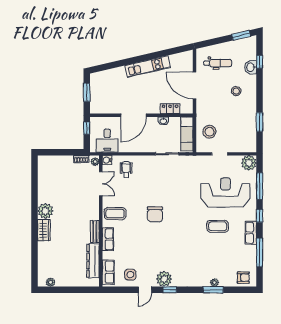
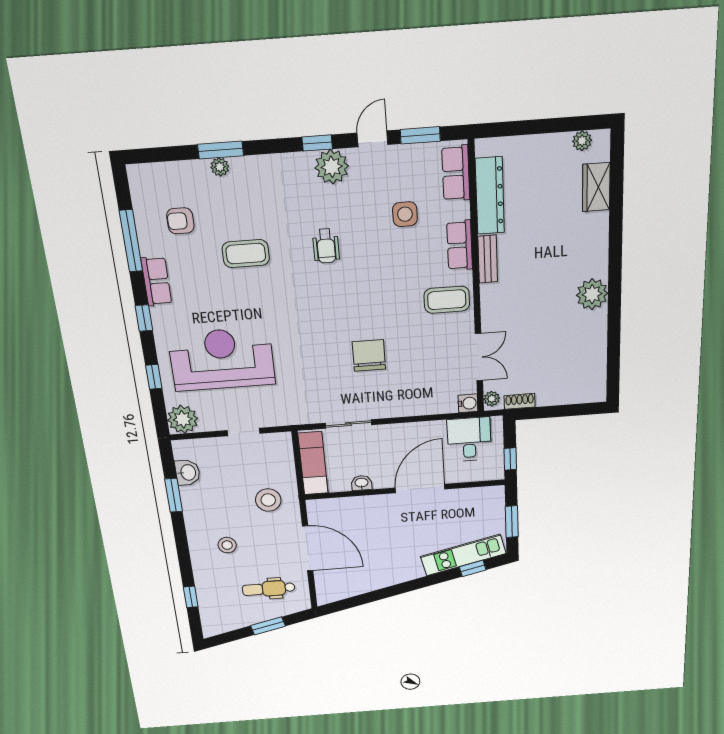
window: (241, 35) -> (268, 626), moved
window: (108, 66) -> (473, 568), added
kitchen unit: (148, 67) -> (463, 555), moved
washbasin: (251, 67) -> (188, 472), moved
locker: (170, 109) -> (350, 505), removed
stool: (209, 132) -> (268, 500), moved
wheelchair: (126, 169) -> (326, 246), moved
double door: (101, 184) -> (479, 357), swing flipped
window: (260, 186) -> (154, 377), width x0.46
reception desk: (226, 192) -> (222, 359), turned 180
chair: (155, 214) -> (369, 355), moved
coffee table: (218, 226) -> (246, 254), moved
wardrobe: (44, 230) -> (596, 187), moved
side table: (130, 275) -> (405, 214), moved
armchair: (243, 278) -> (180, 221), moved
window: (123, 290) -> (420, 135), added

